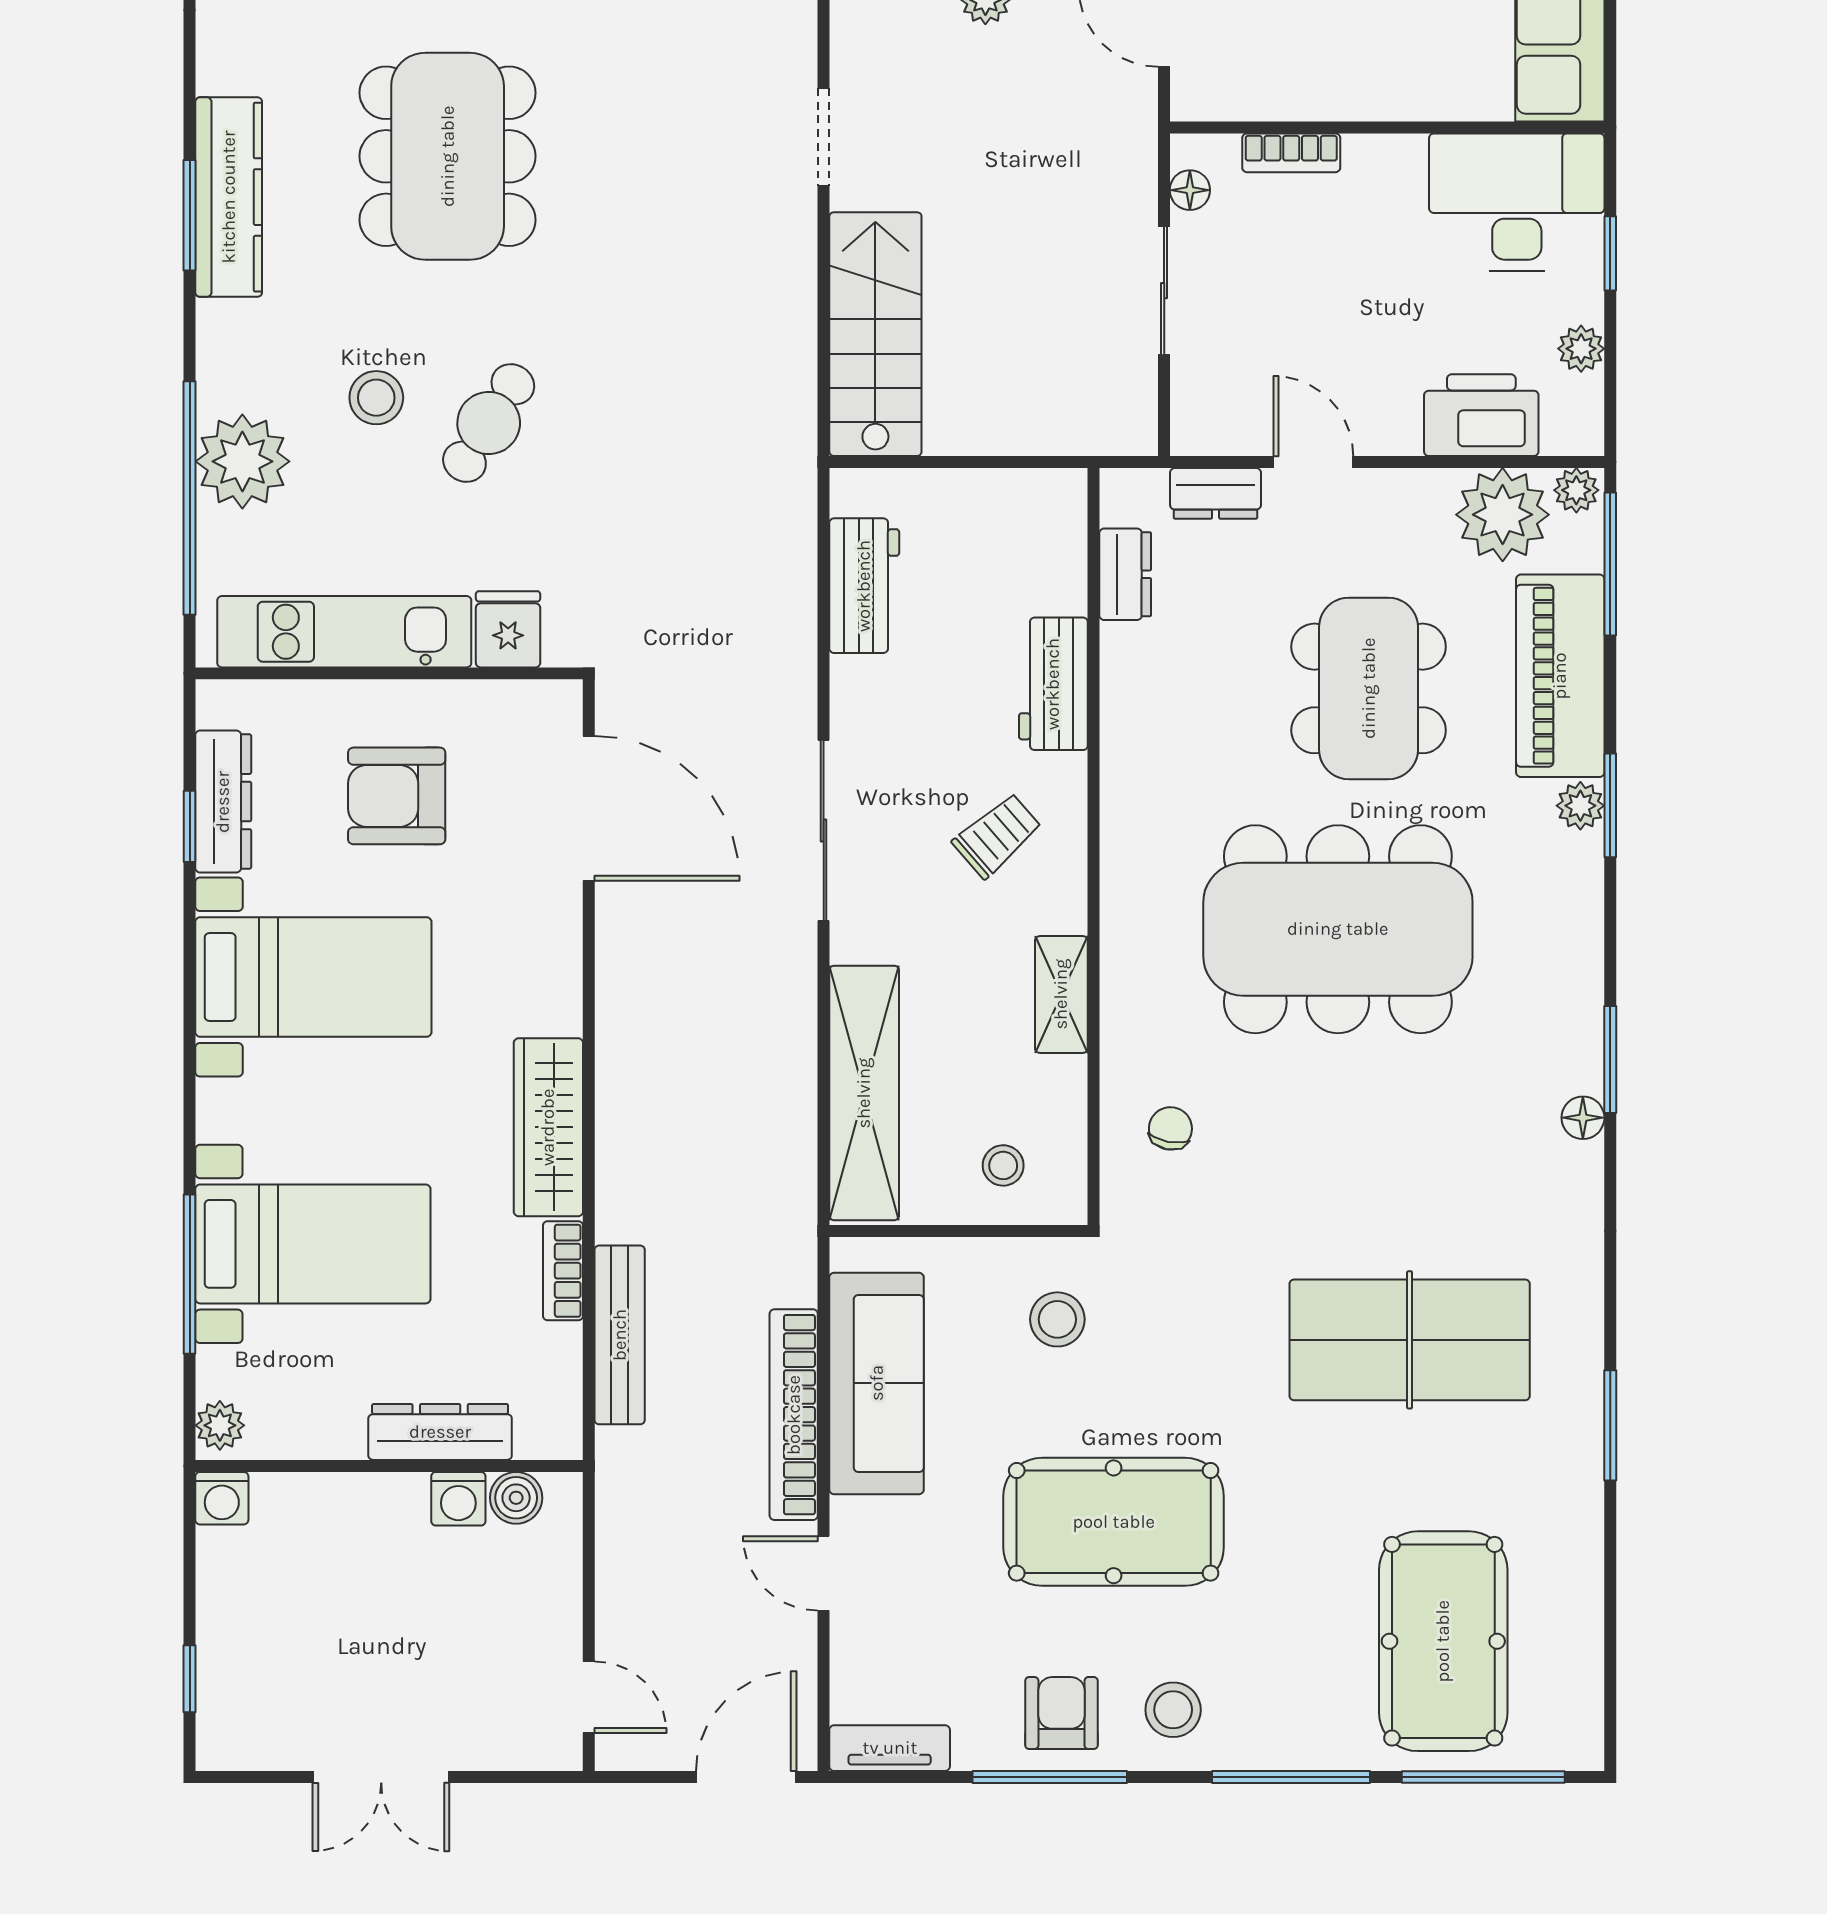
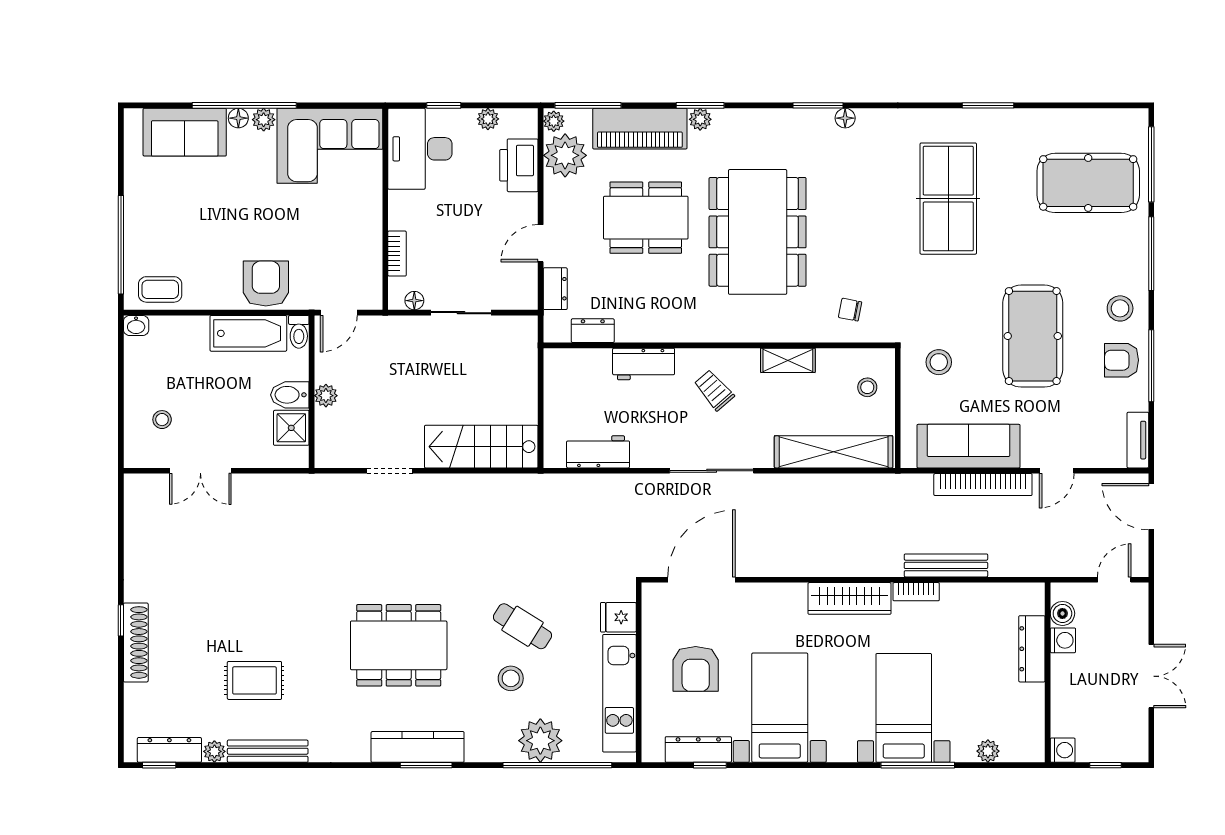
dresser: (440, 1432) -> (1032, 649), moved
wall: (389, 1466) -> (1048, 672), moved
washing machine: (222, 1498) -> (1063, 750), moved
boiler: (516, 1498) -> (1062, 613), moved
washing machine: (458, 1499) -> (1063, 640), moved

